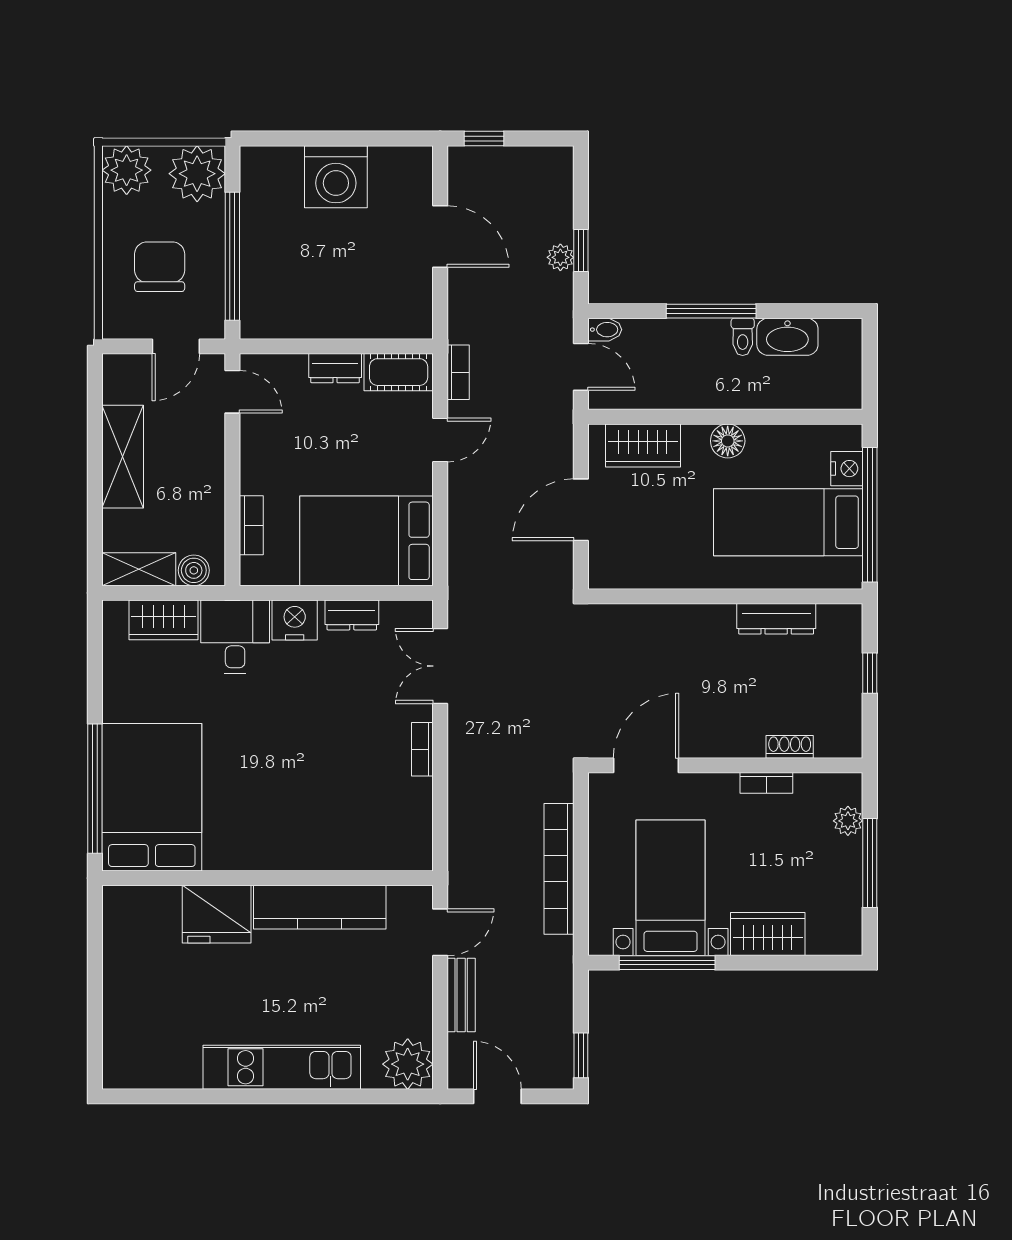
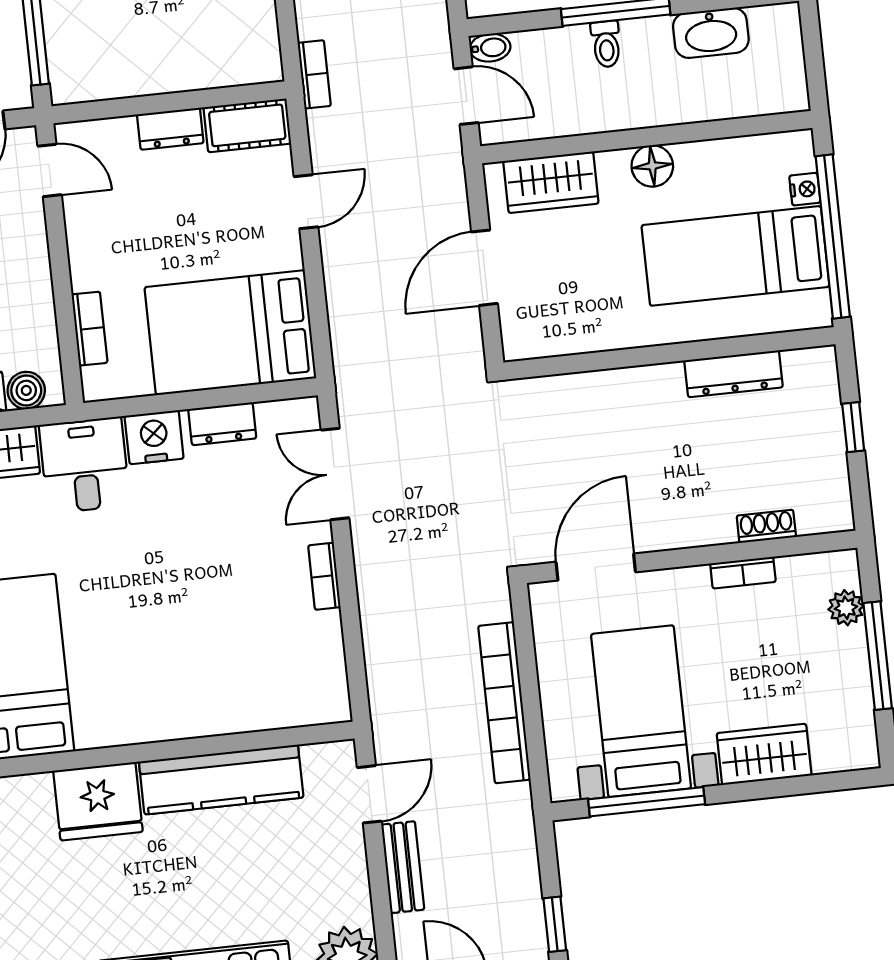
toilet: (743, 337) -> (606, 44), moved
bookcase: (458, 372) -> (314, 74), moved
nightstand: (847, 469) -> (805, 189), width x0.72, depth x0.74

